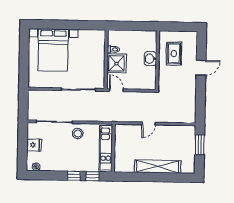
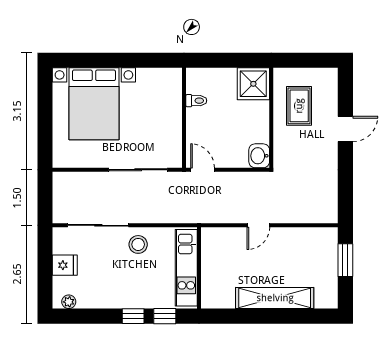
washbasin: (150, 59) -> (259, 156), moved
shower: (117, 63) -> (253, 84), moved

